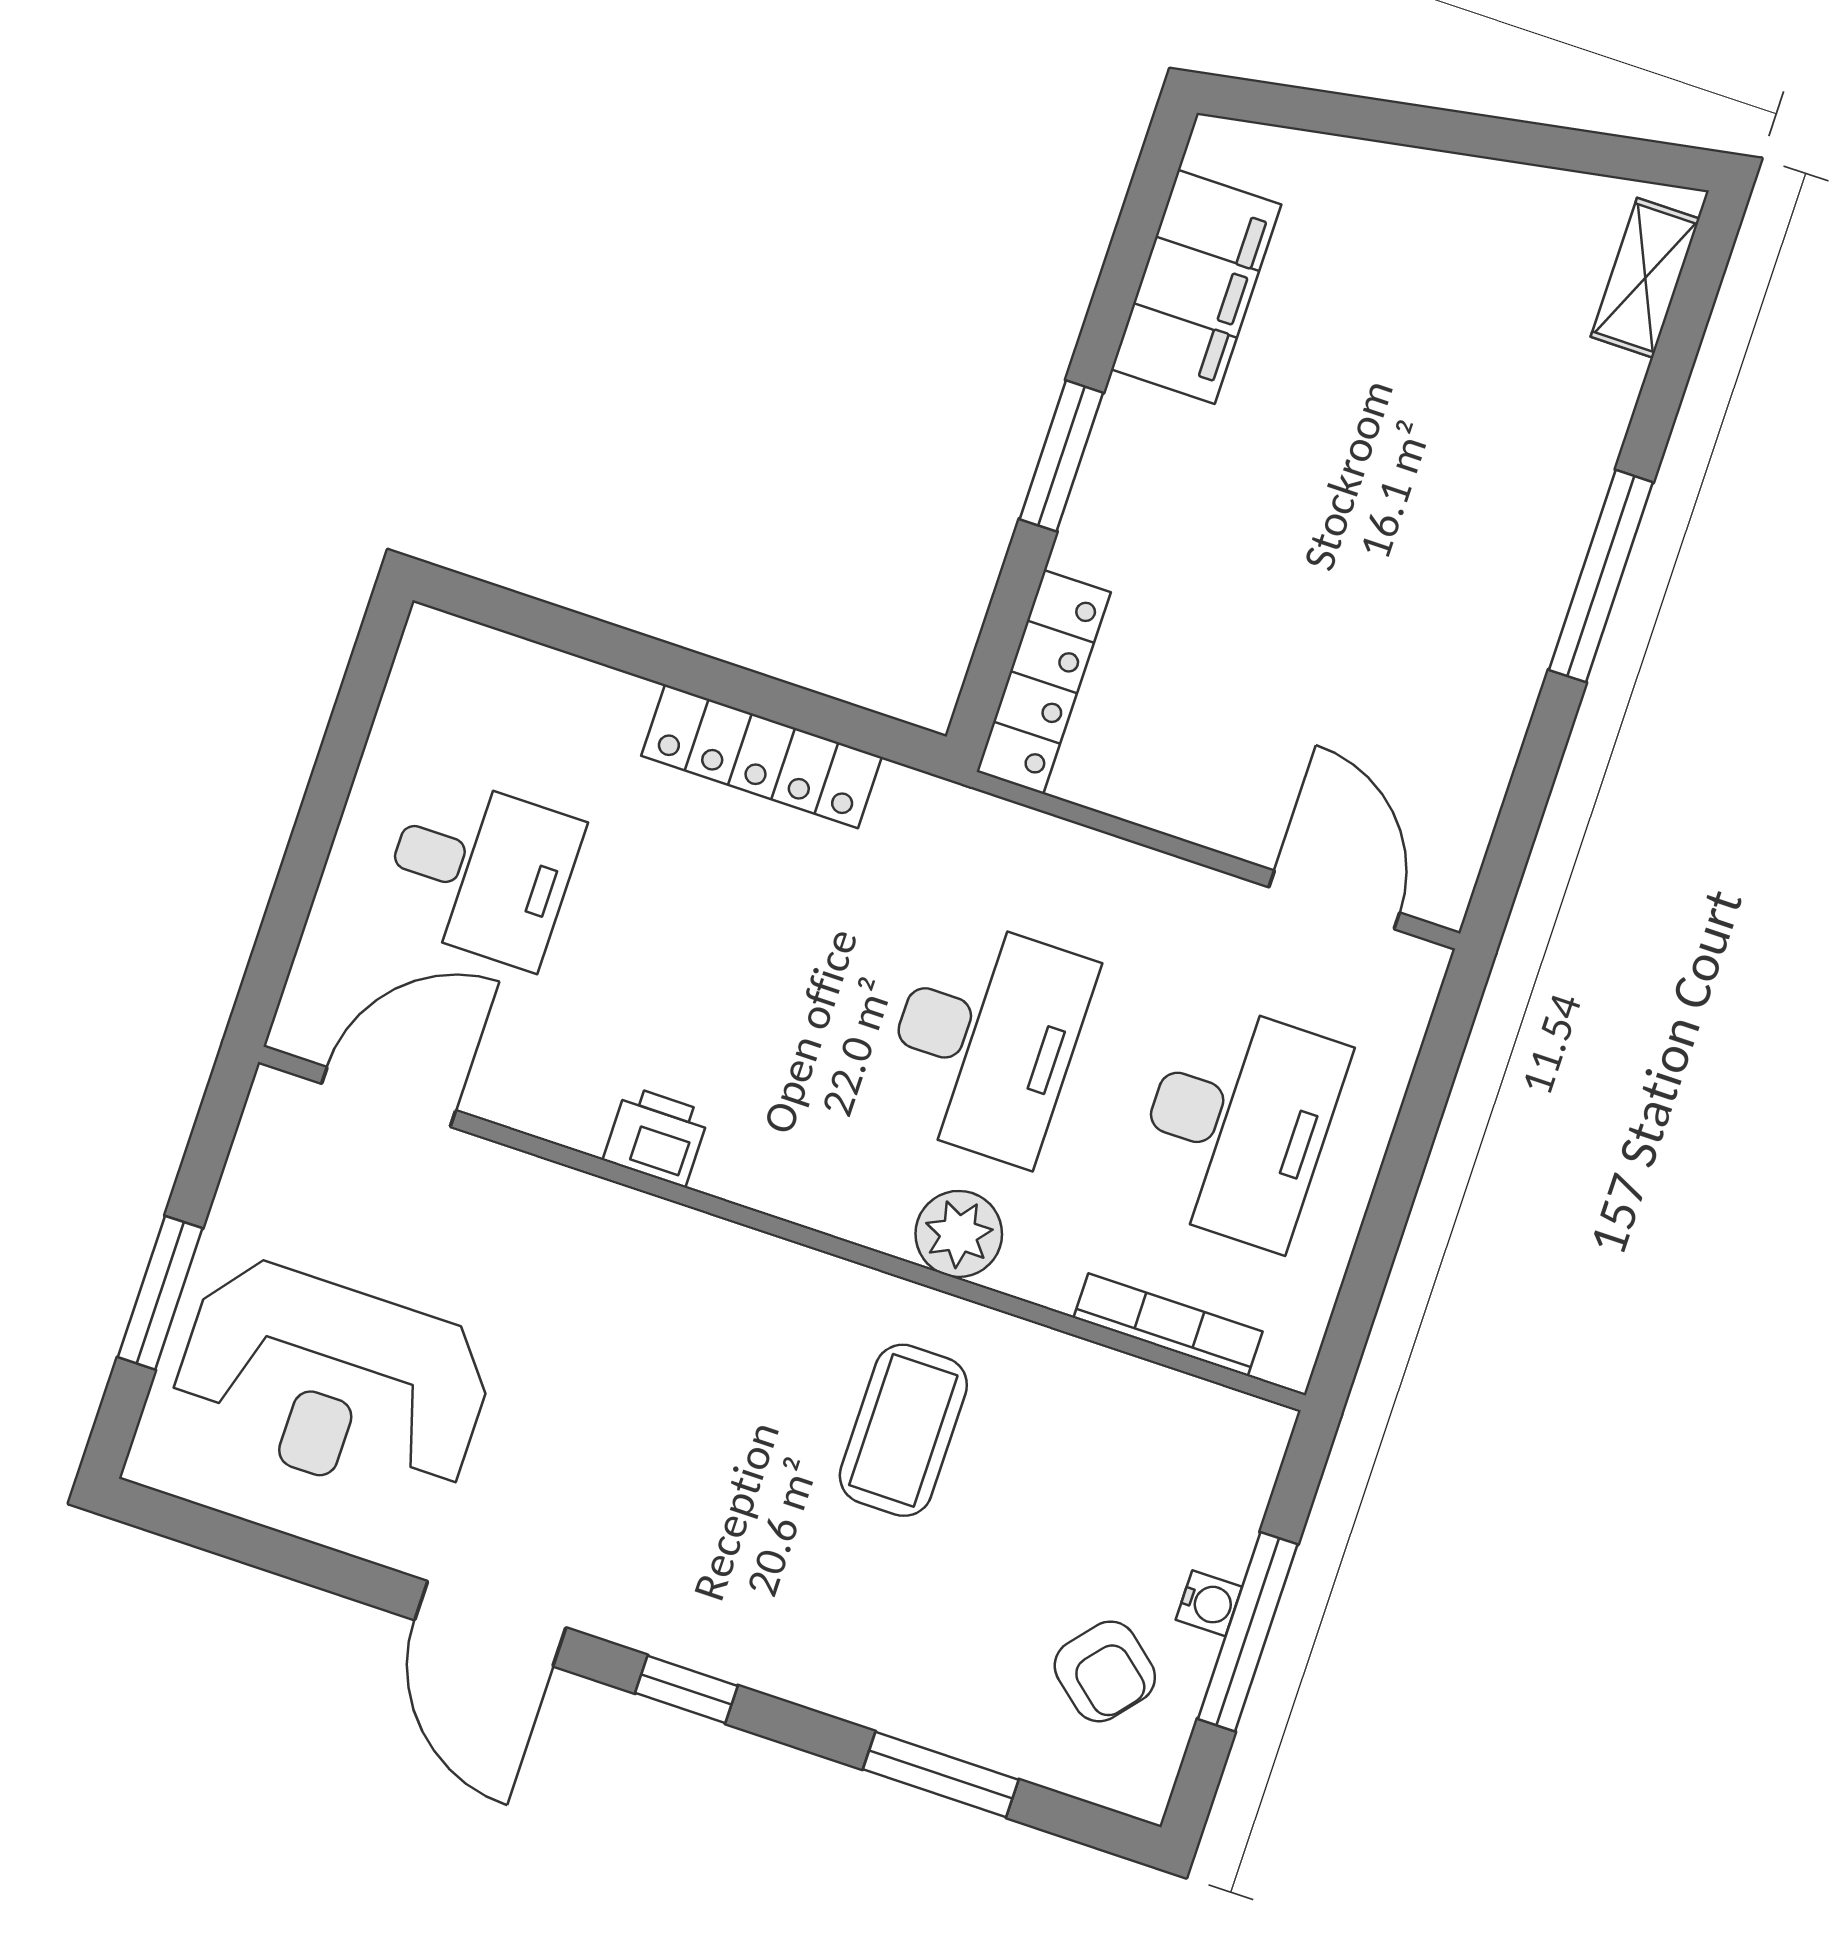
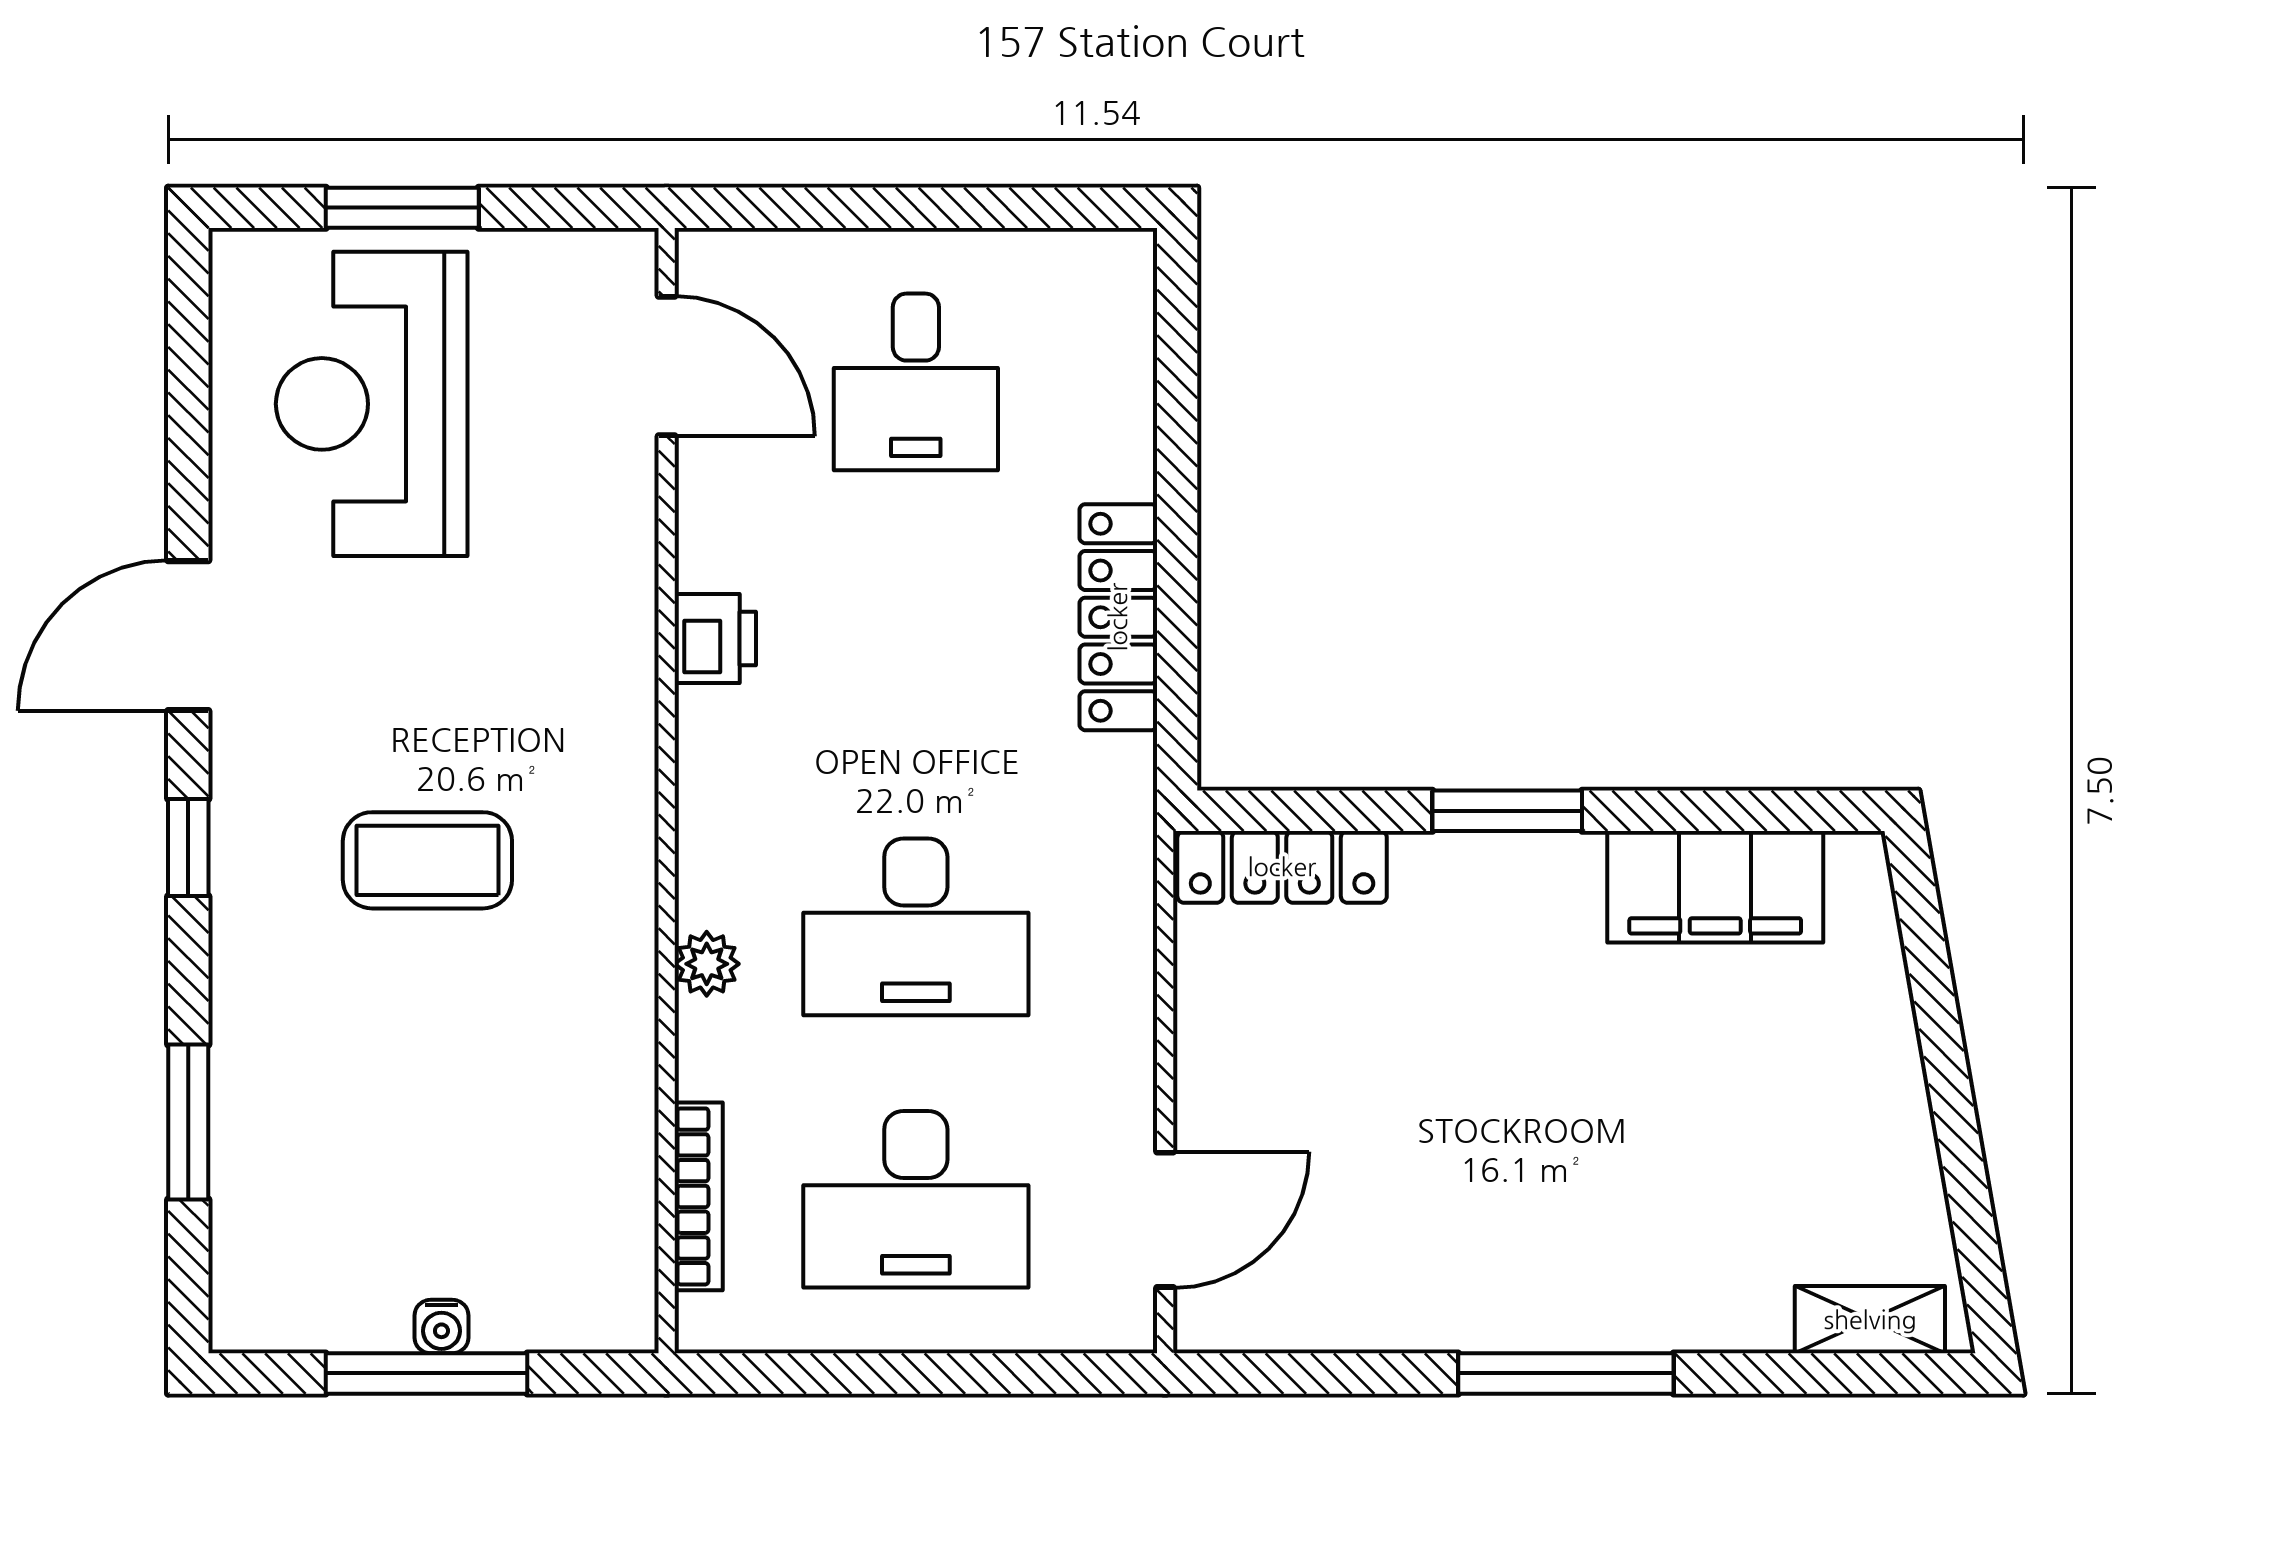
plant: (959, 1234) -> (707, 964), width x0.73, depth x0.73
coffee table: (903, 1430) -> (427, 860), moved
armchair: (1105, 1671) -> (342, 1248), removed

